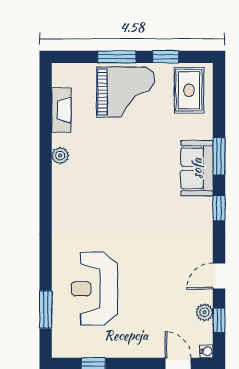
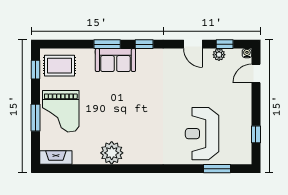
window: (166, 57) -> (35, 70), moved
grand piano: (126, 92) -> (61, 111), turned 180
fireplace: (61, 110) -> (56, 157), moved
plant: (60, 156) -> (112, 153), width x1.88, depth x1.88
reception desk: (94, 289) -> (202, 134), turned 90

